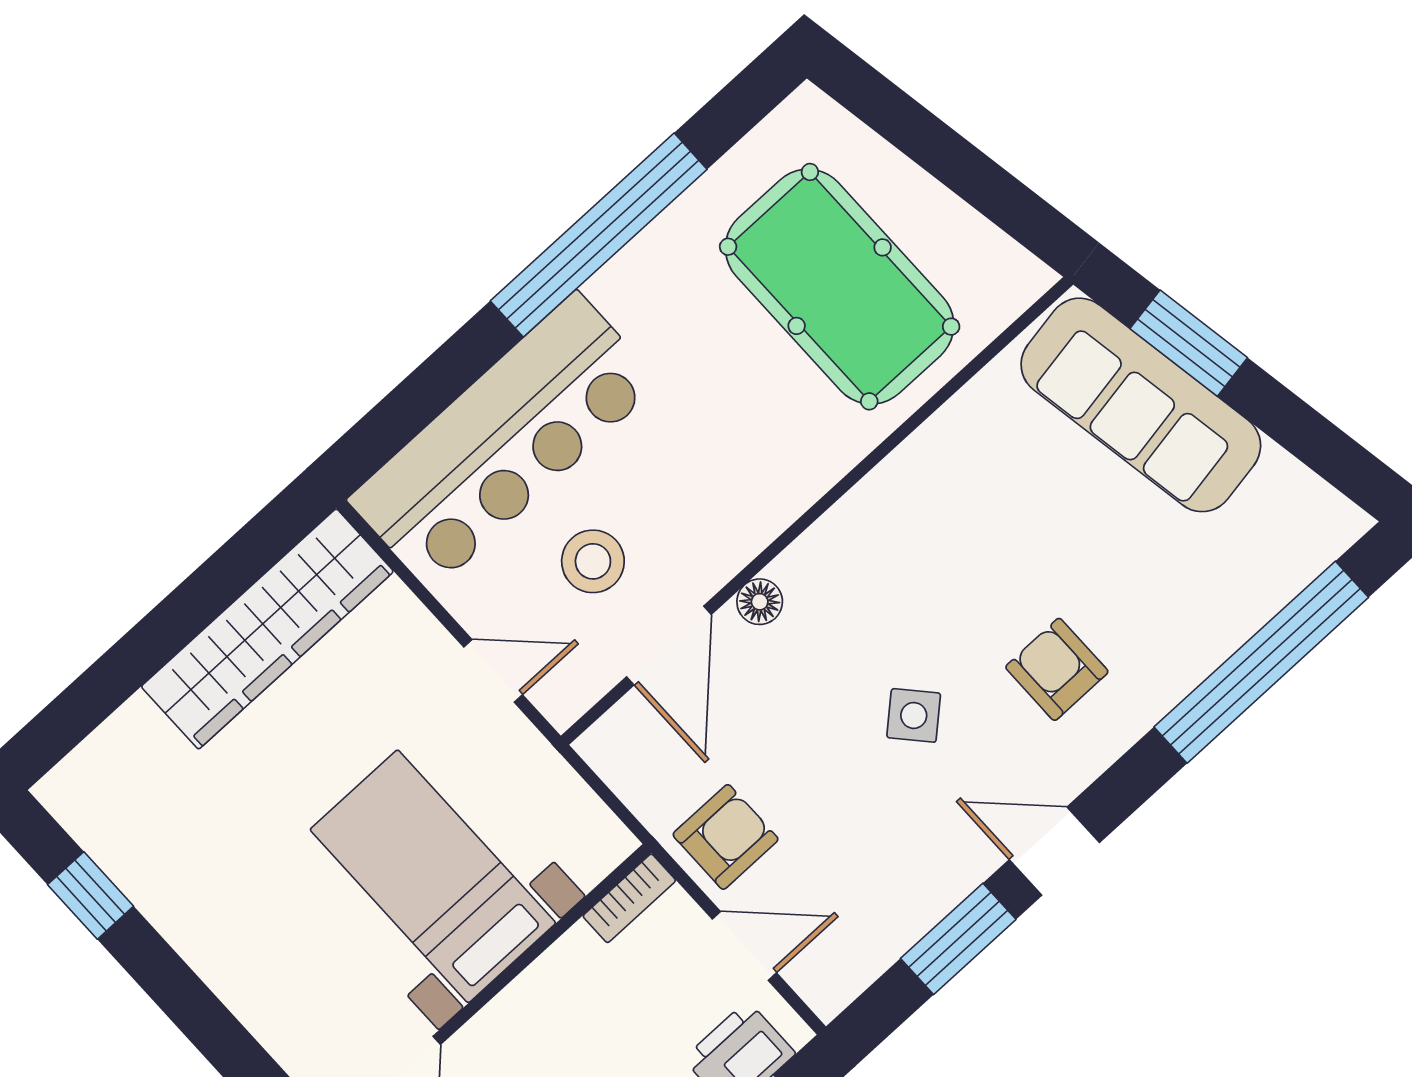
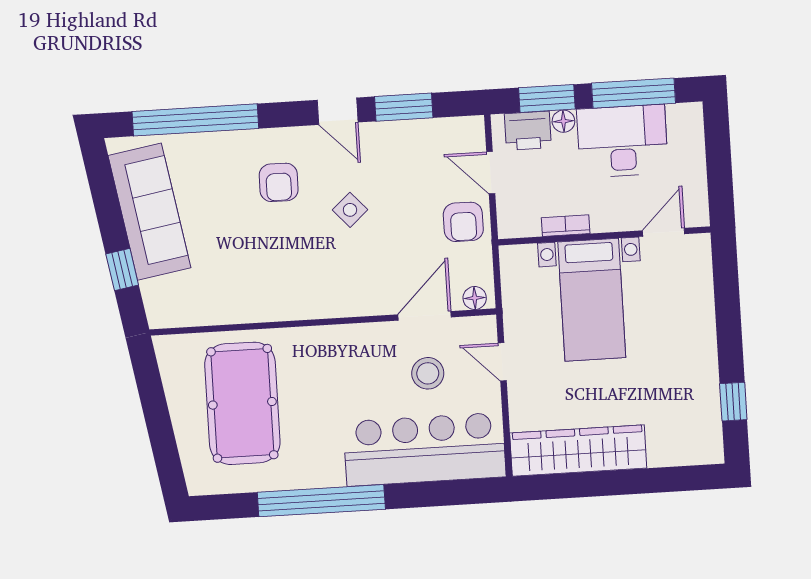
window: (1189, 343) -> (122, 269), width x0.67
sofa: (1141, 405) -> (149, 212), moved
floor lamp: (760, 602) -> (475, 298), moved
armchair: (726, 837) -> (463, 222), turned -90
bookcase: (629, 898) -> (566, 226), moved

